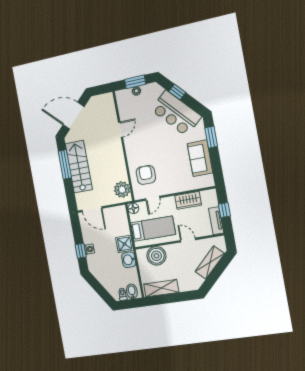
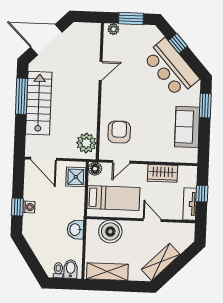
plant: (136, 91) -> (113, 29), moved
shower: (125, 244) -> (76, 177), moved
shelving: (210, 263) -> (161, 262), moved

